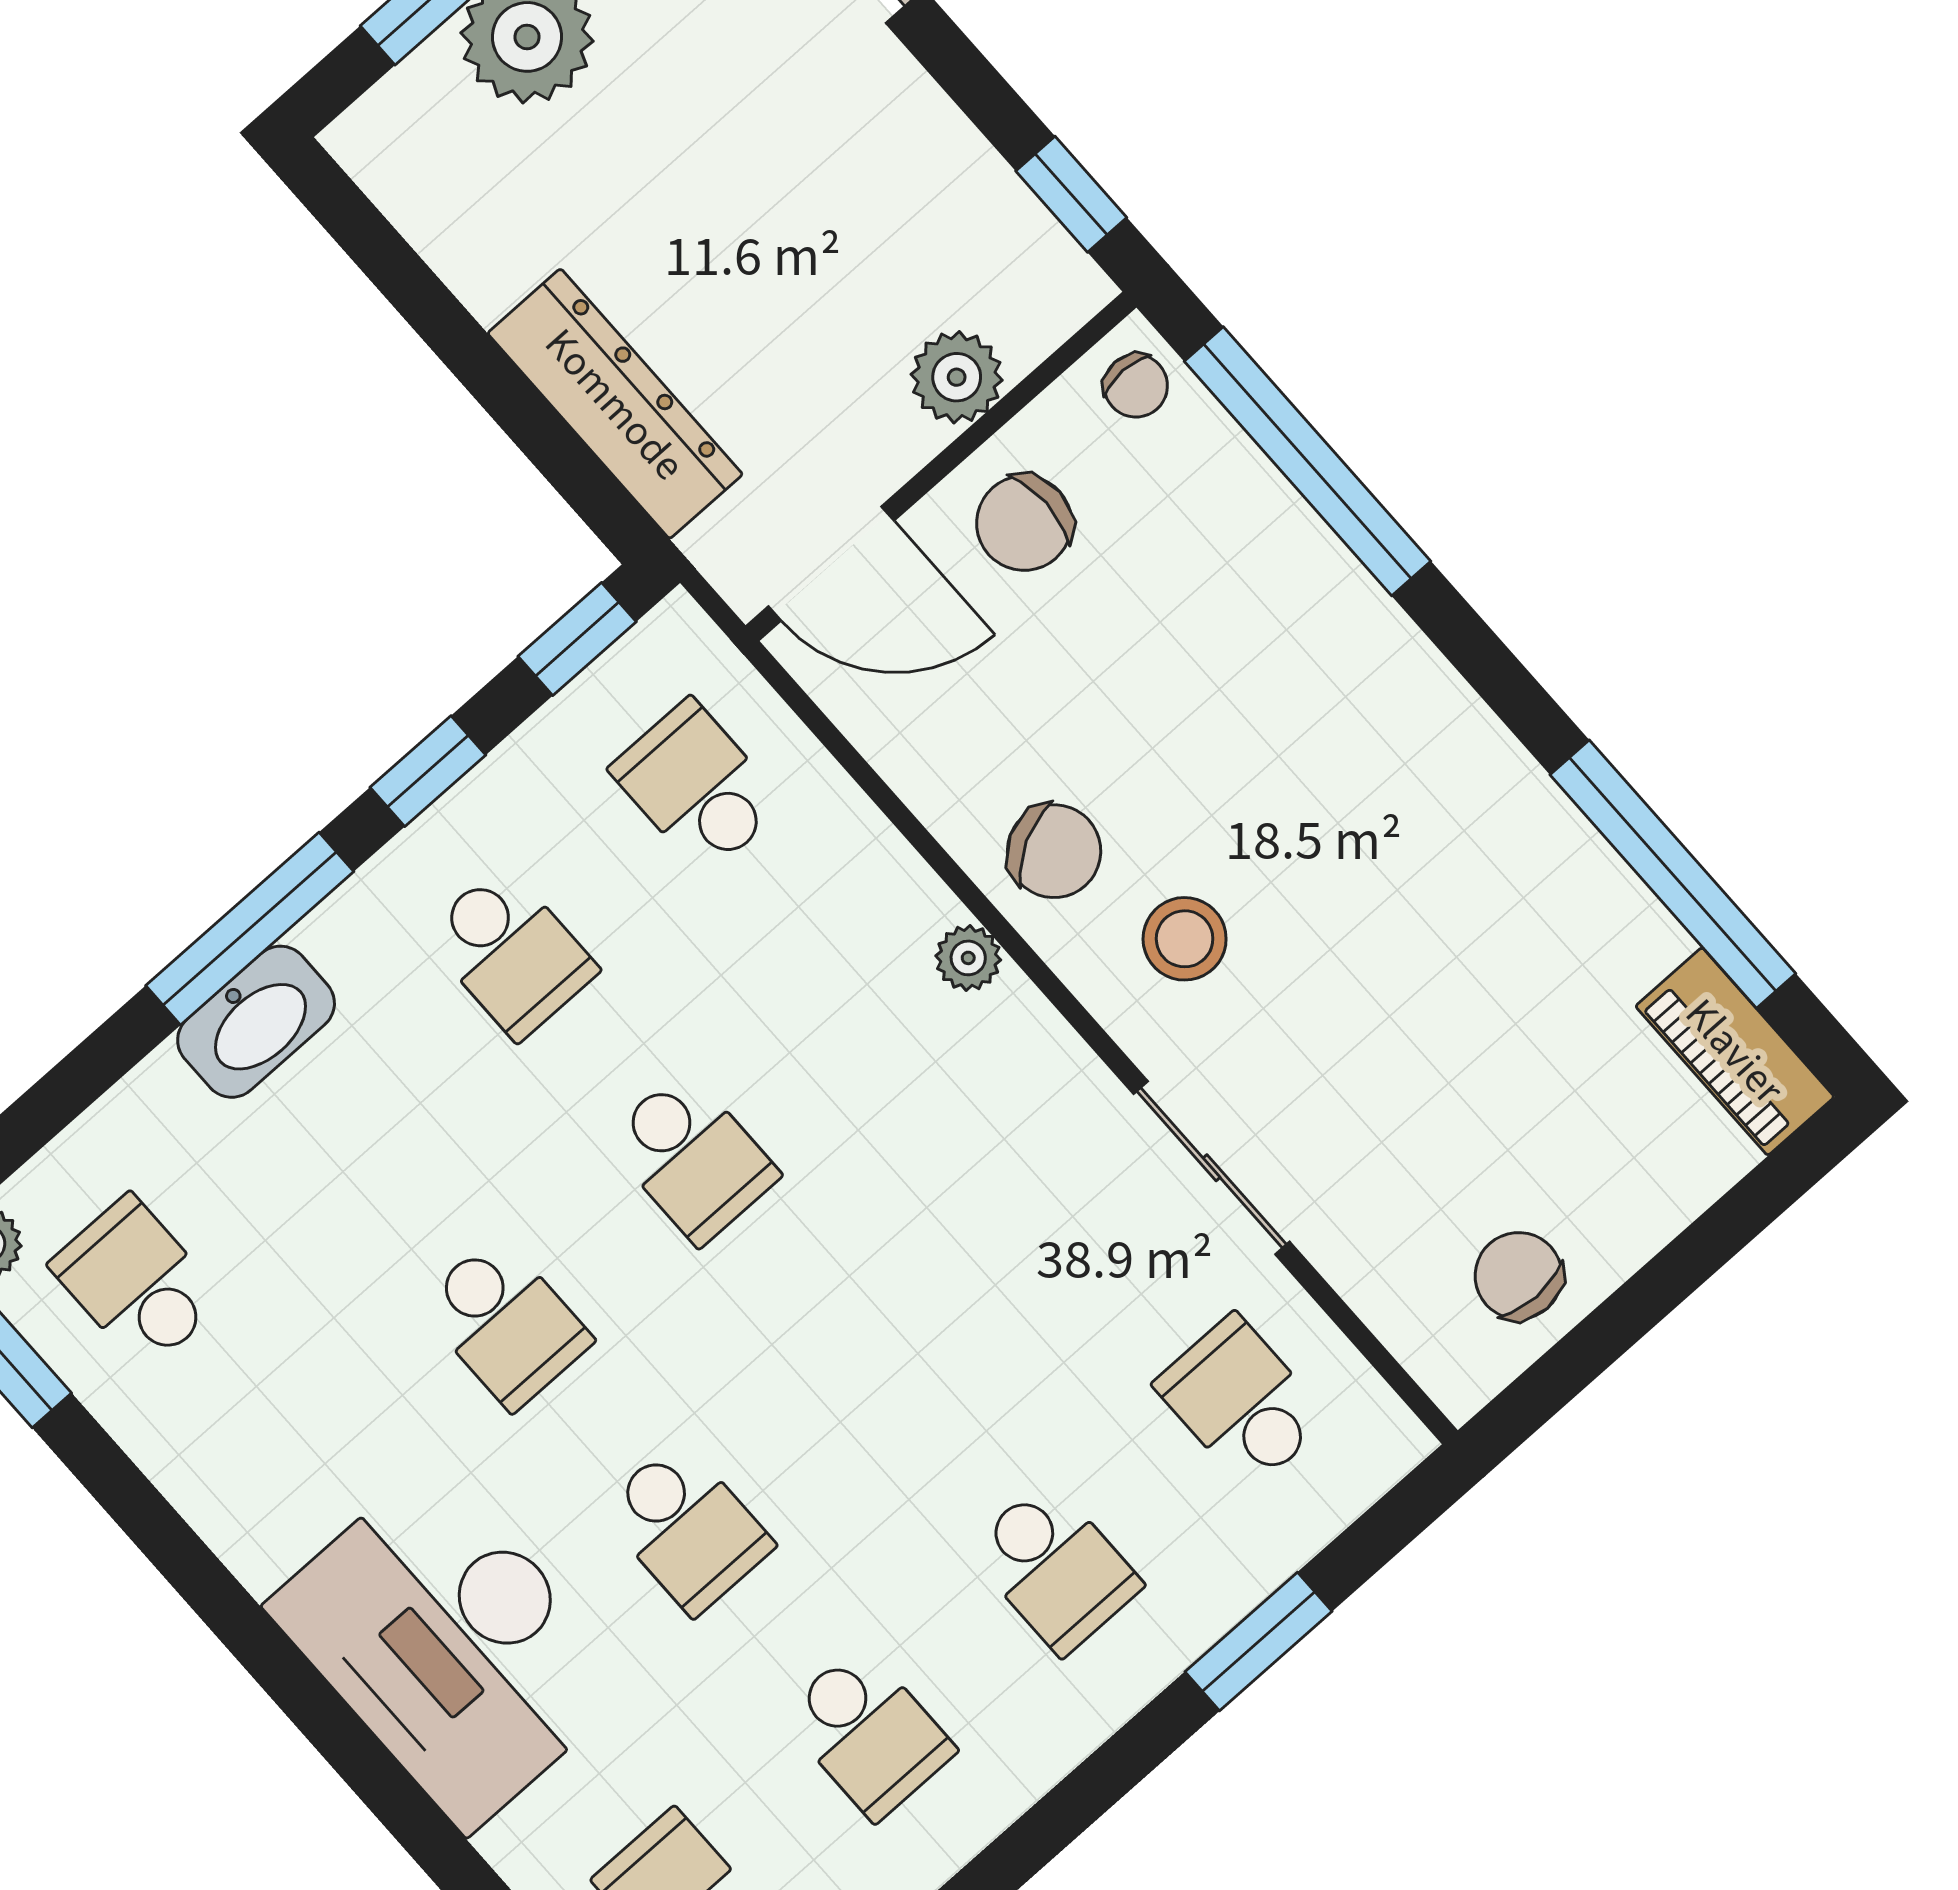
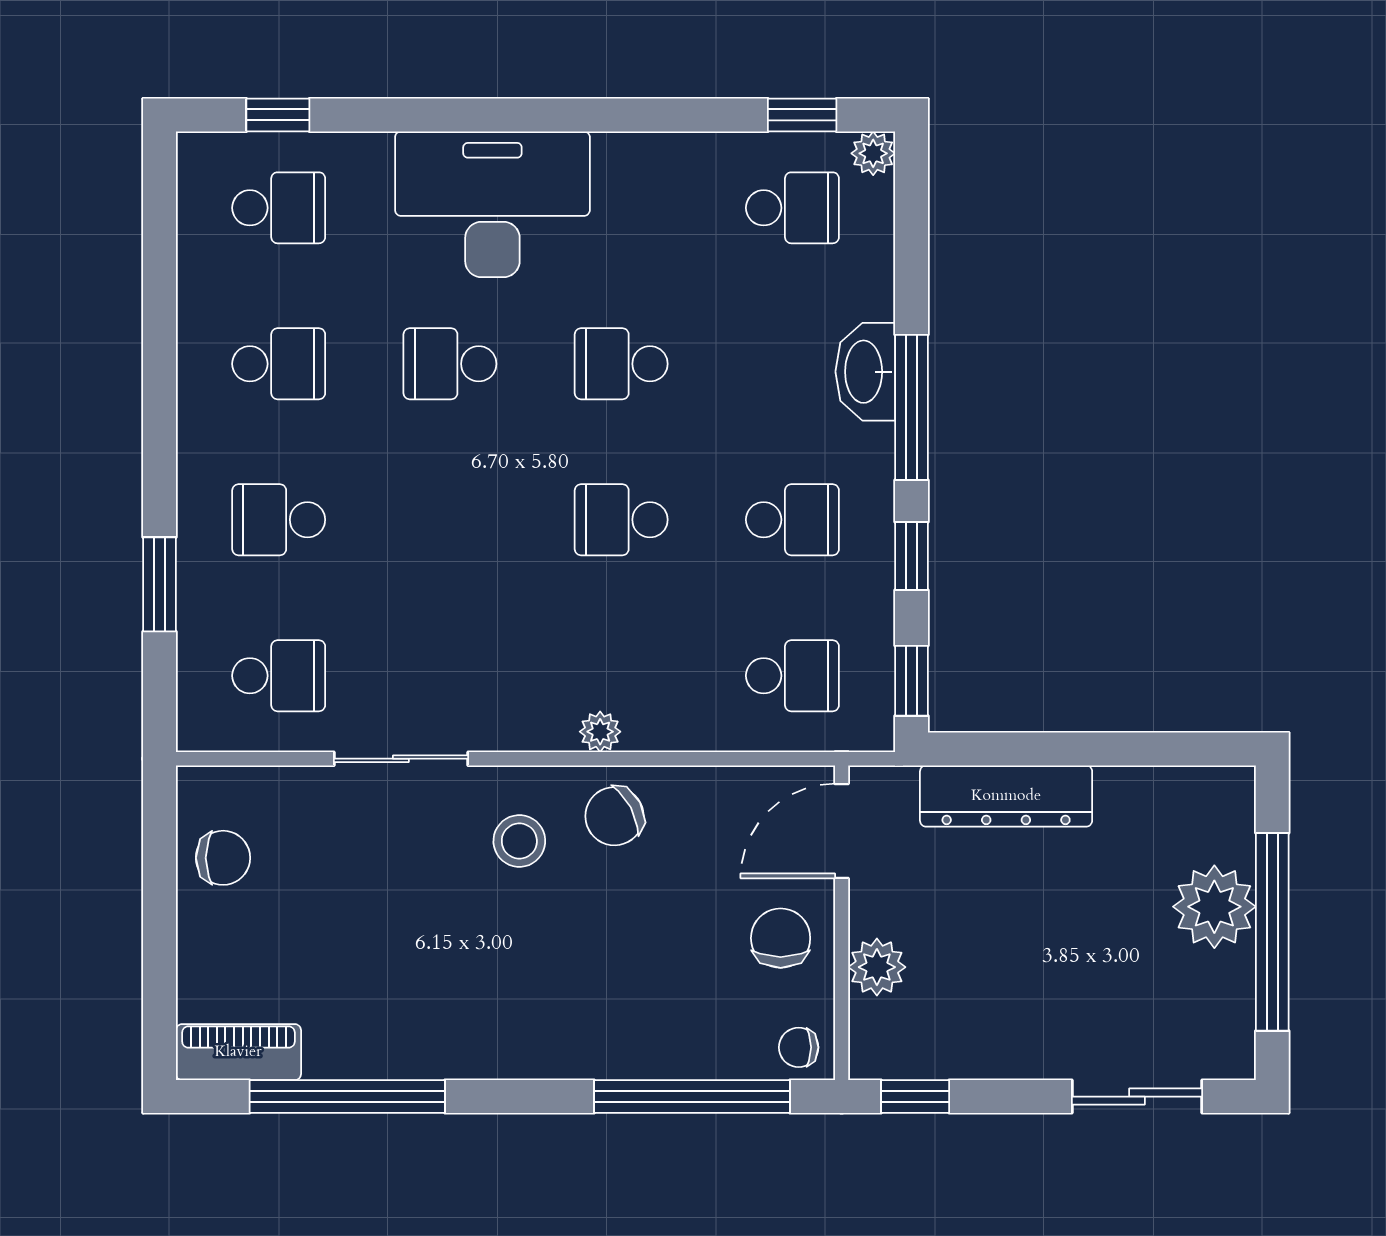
school desk: (511, 952) -> (792, 520), turned 180
school desk: (868, 1733) -> (279, 364), turned 180

